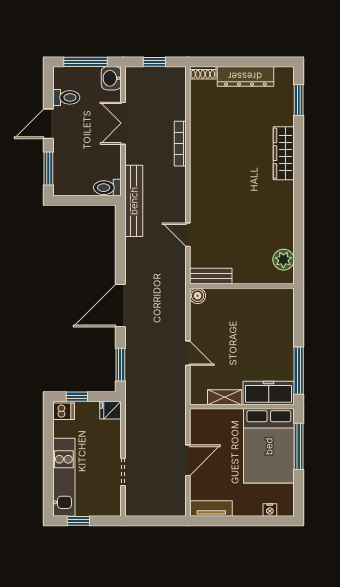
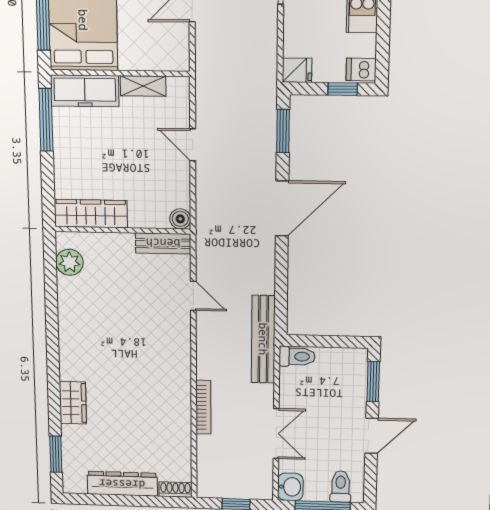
toilet: (66, 97) -> (341, 487), moved, turned 90
wardrobe: (284, 153) -> (73, 403), width x0.67
wardrobe: (266, 299) -> (91, 214), added

